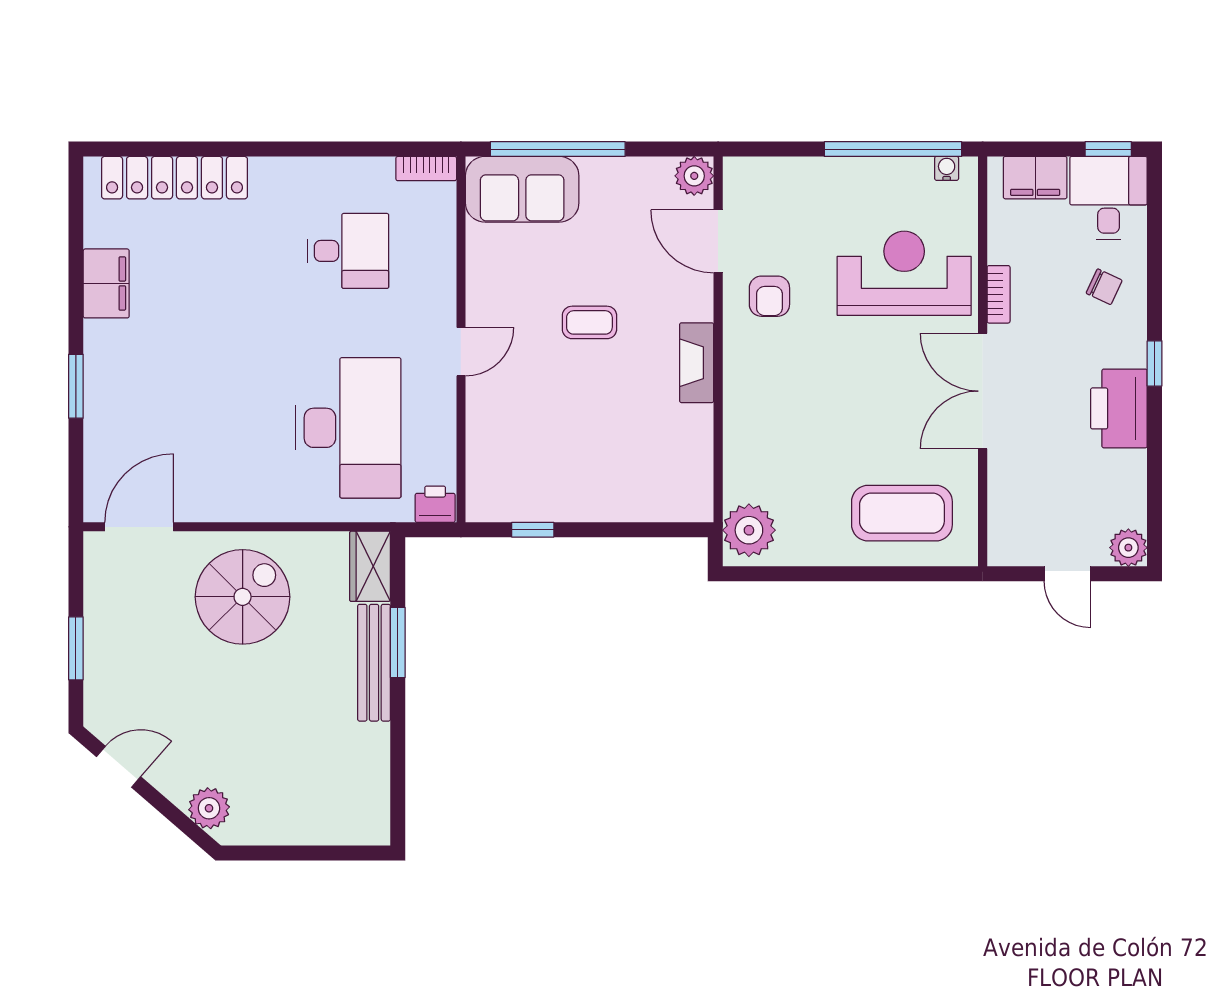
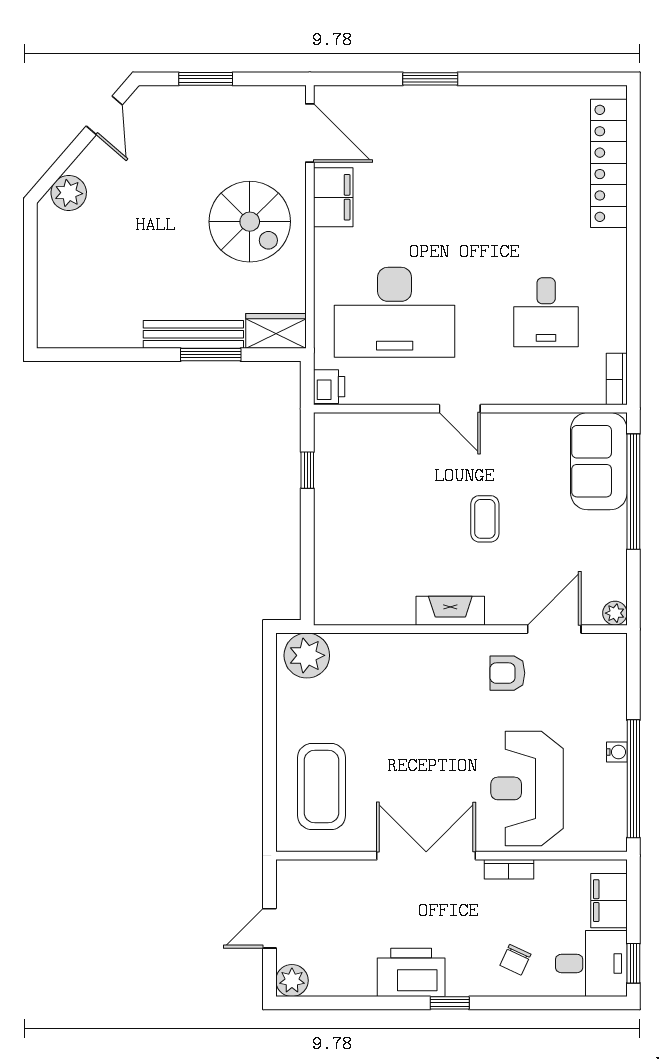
water cooler: (947, 168) -> (617, 752), moved
plant: (694, 176) -> (615, 613), width x0.73, depth x0.73
reception desk: (904, 273) -> (527, 788), turned 180
filing cabinet: (106, 283) -> (333, 197), moved, turned -90

